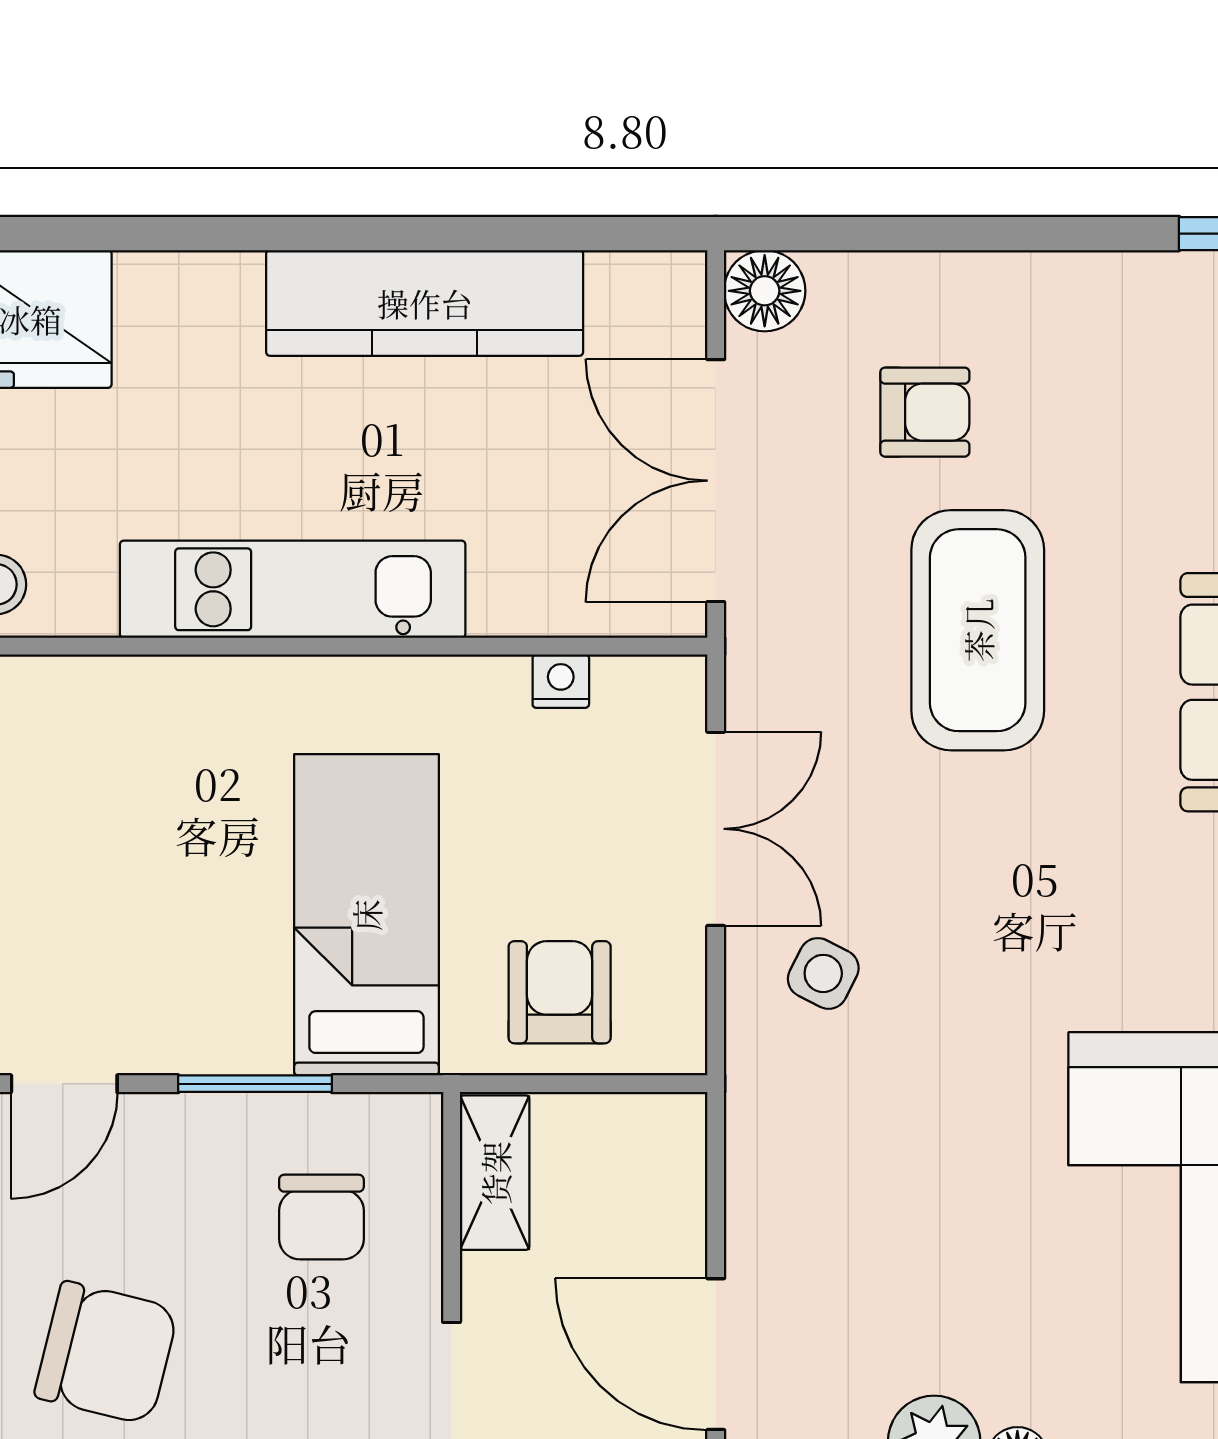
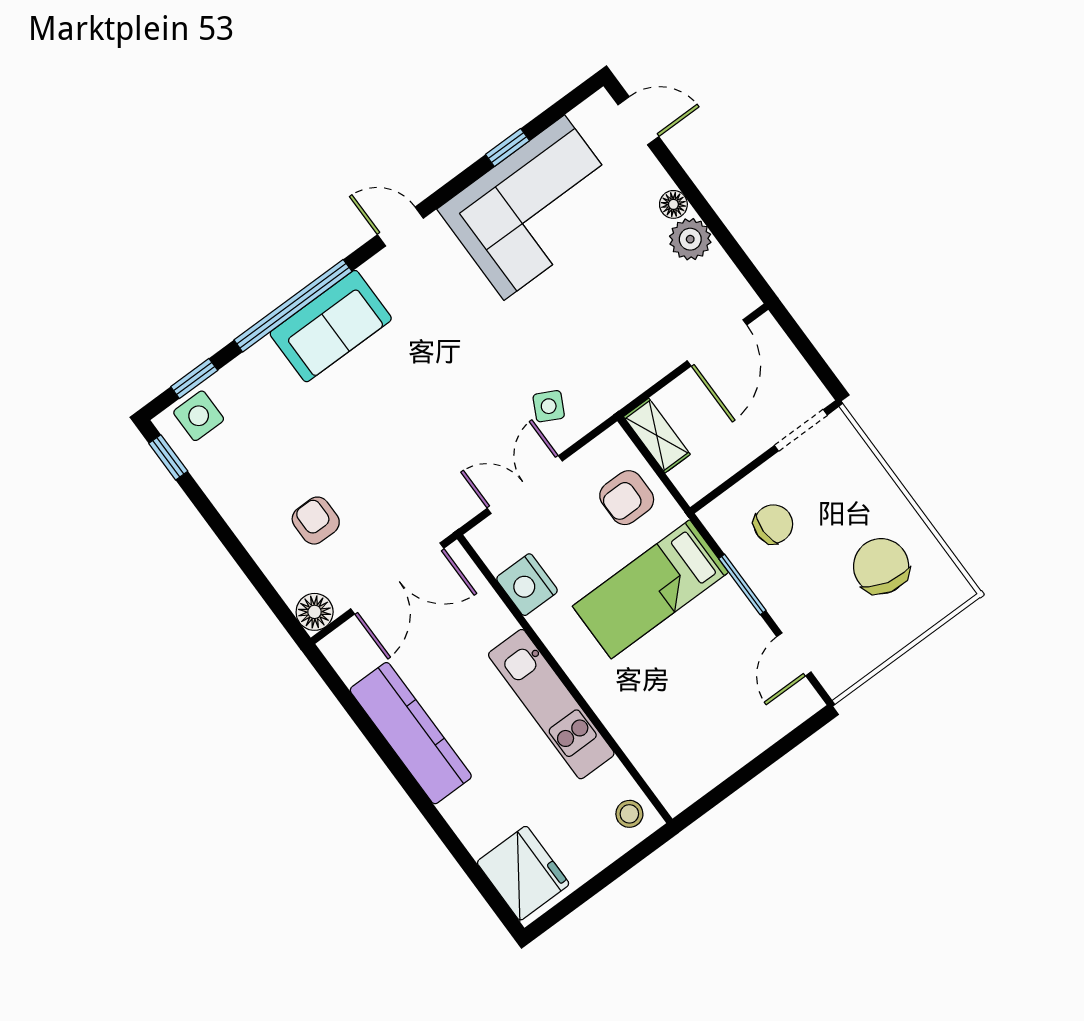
coffee table: (978, 630) -> (381, 442), removed
nightstand: (561, 681) -> (527, 585), width x1.89, depth x1.79
door: (64, 1084) -> (794, 654), swing flipped
shelving: (495, 1173) -> (657, 436), moved, turned 90

